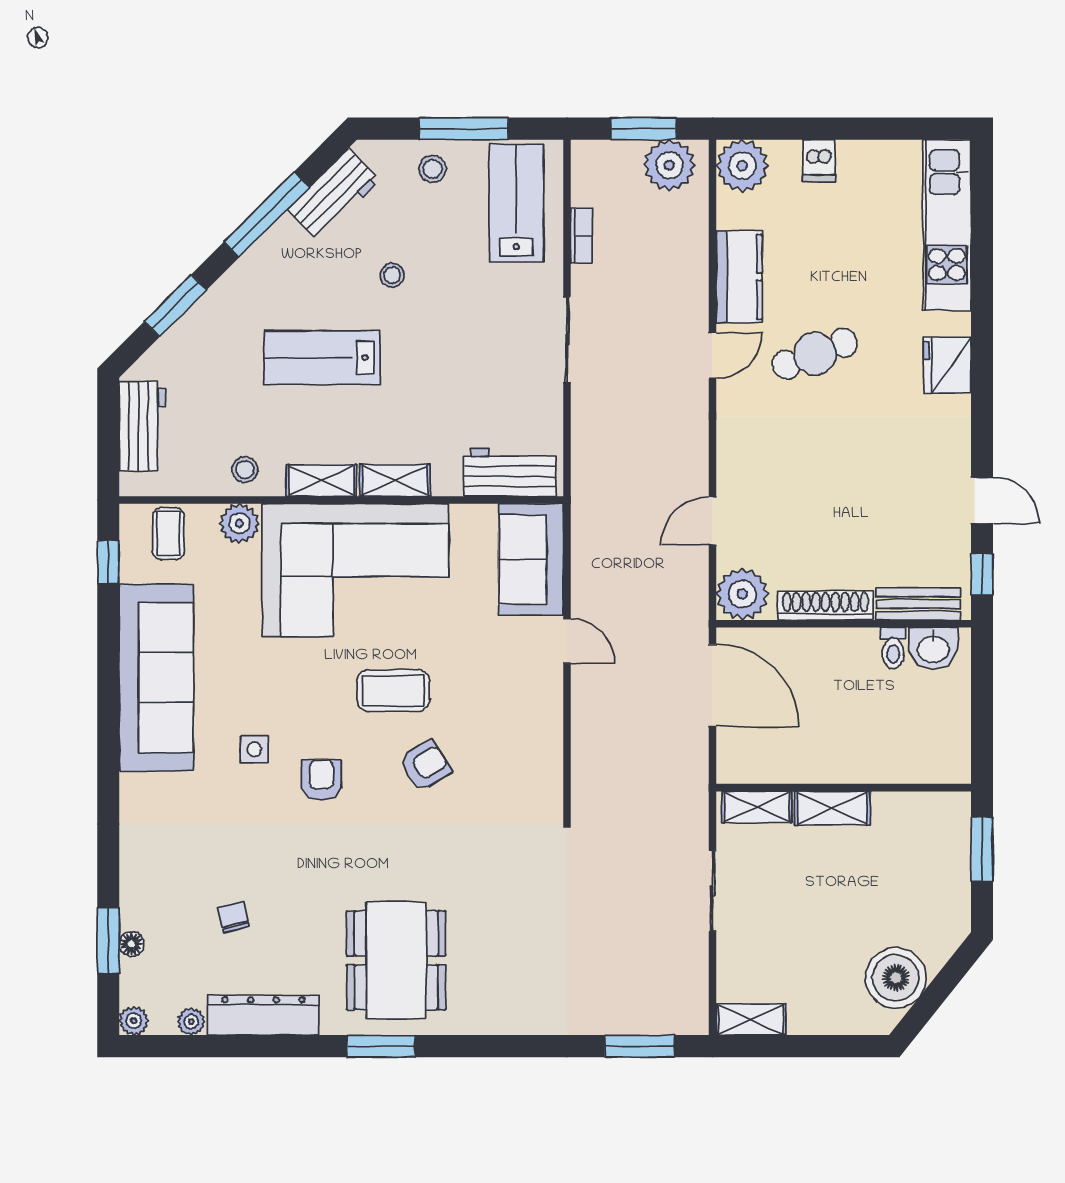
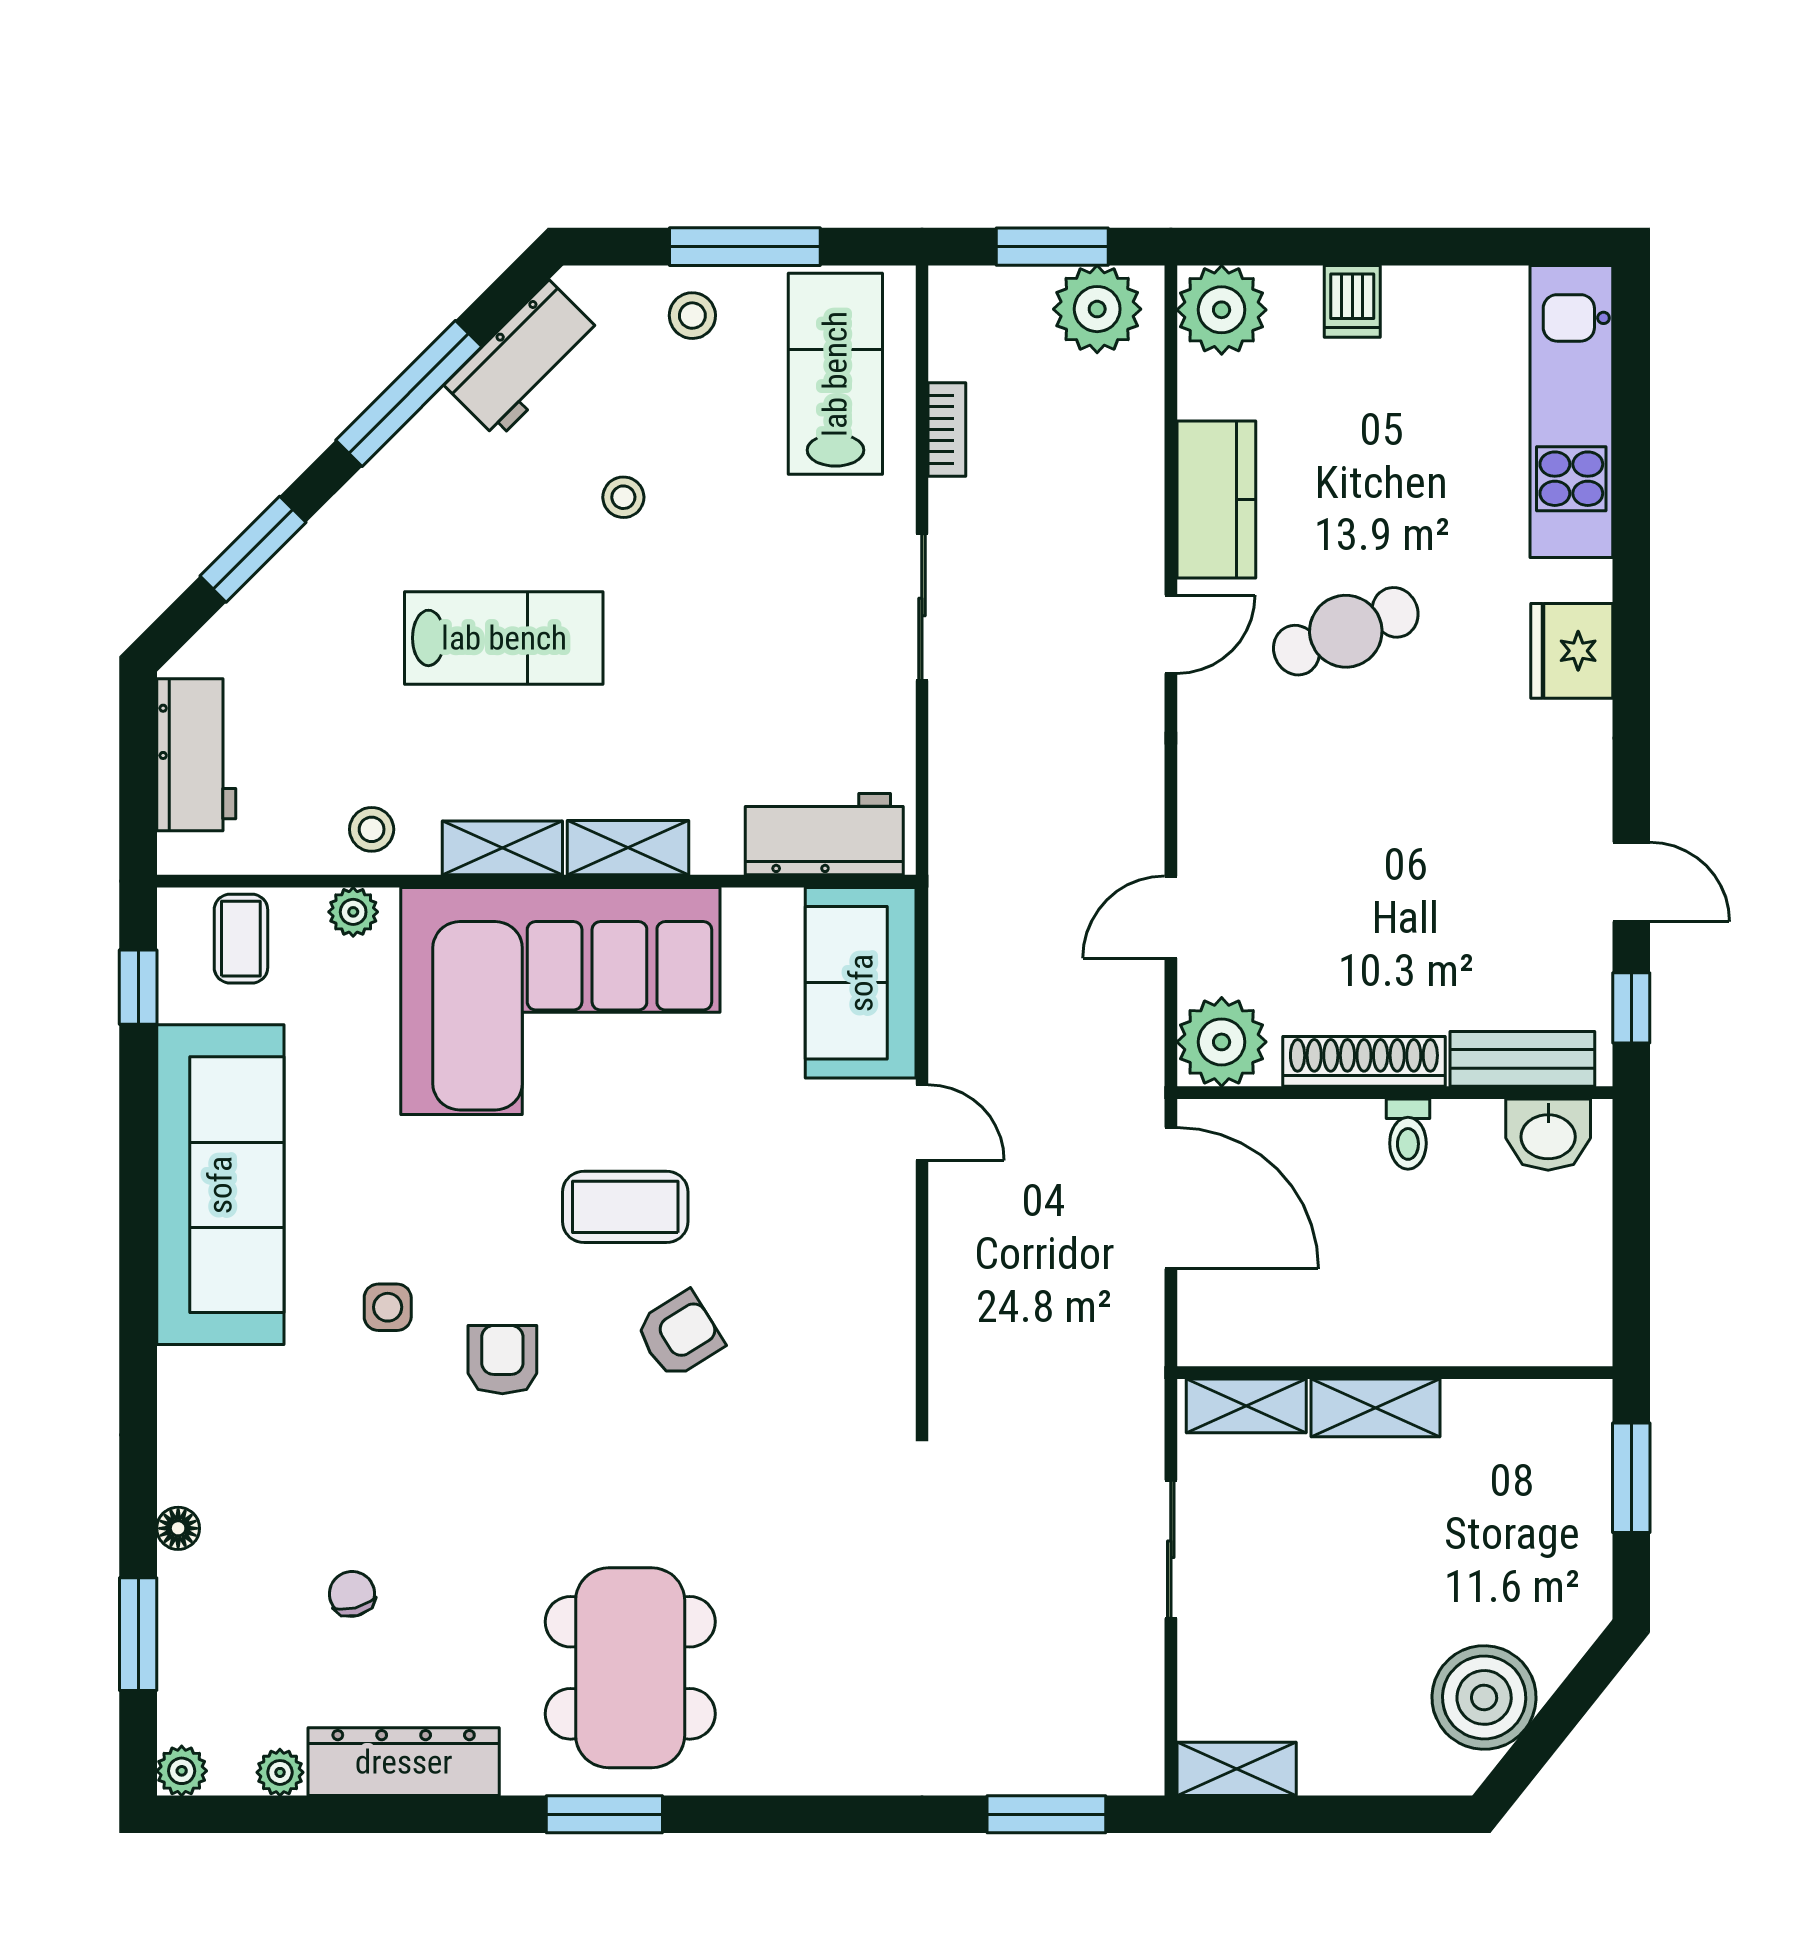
lab bench: (322, 358) -> (504, 638), turned 180
plant: (239, 523) -> (353, 912), width x0.73, depth x0.73
toilet: (893, 648) -> (1408, 1134), moved
floor lamp: (132, 944) -> (178, 1528), moved

